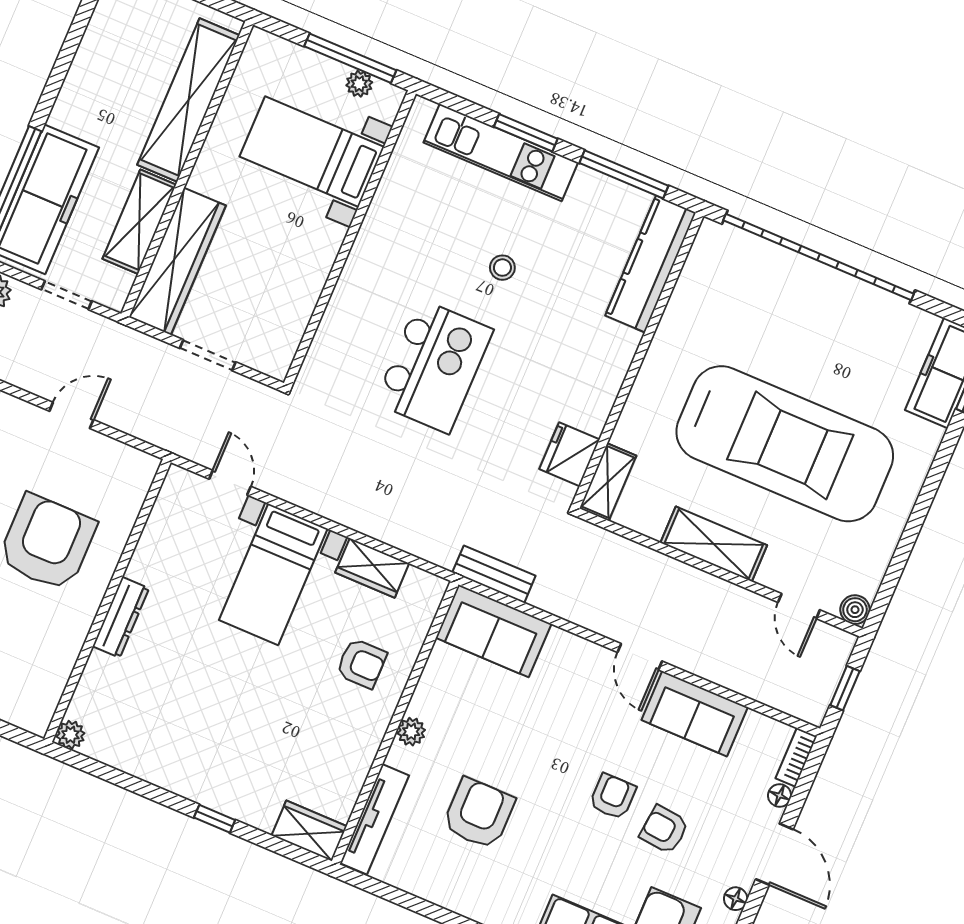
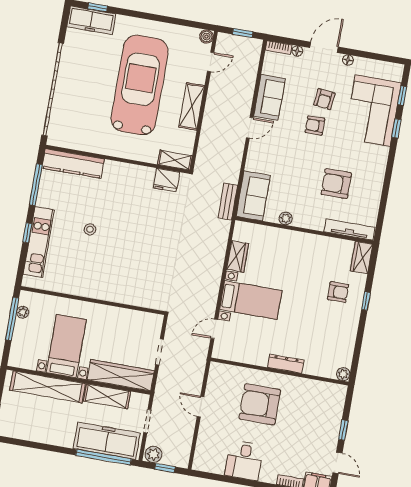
window: (526, 133) -> (27, 233), width x0.67
bed with nightstands: (312, 152) -> (66, 346), moved, turned 180
kitchen island: (434, 366) -> (141, 250), removed
armchair: (362, 663) -> (338, 292), moved, turned 90
plant: (411, 732) -> (286, 218), moved

